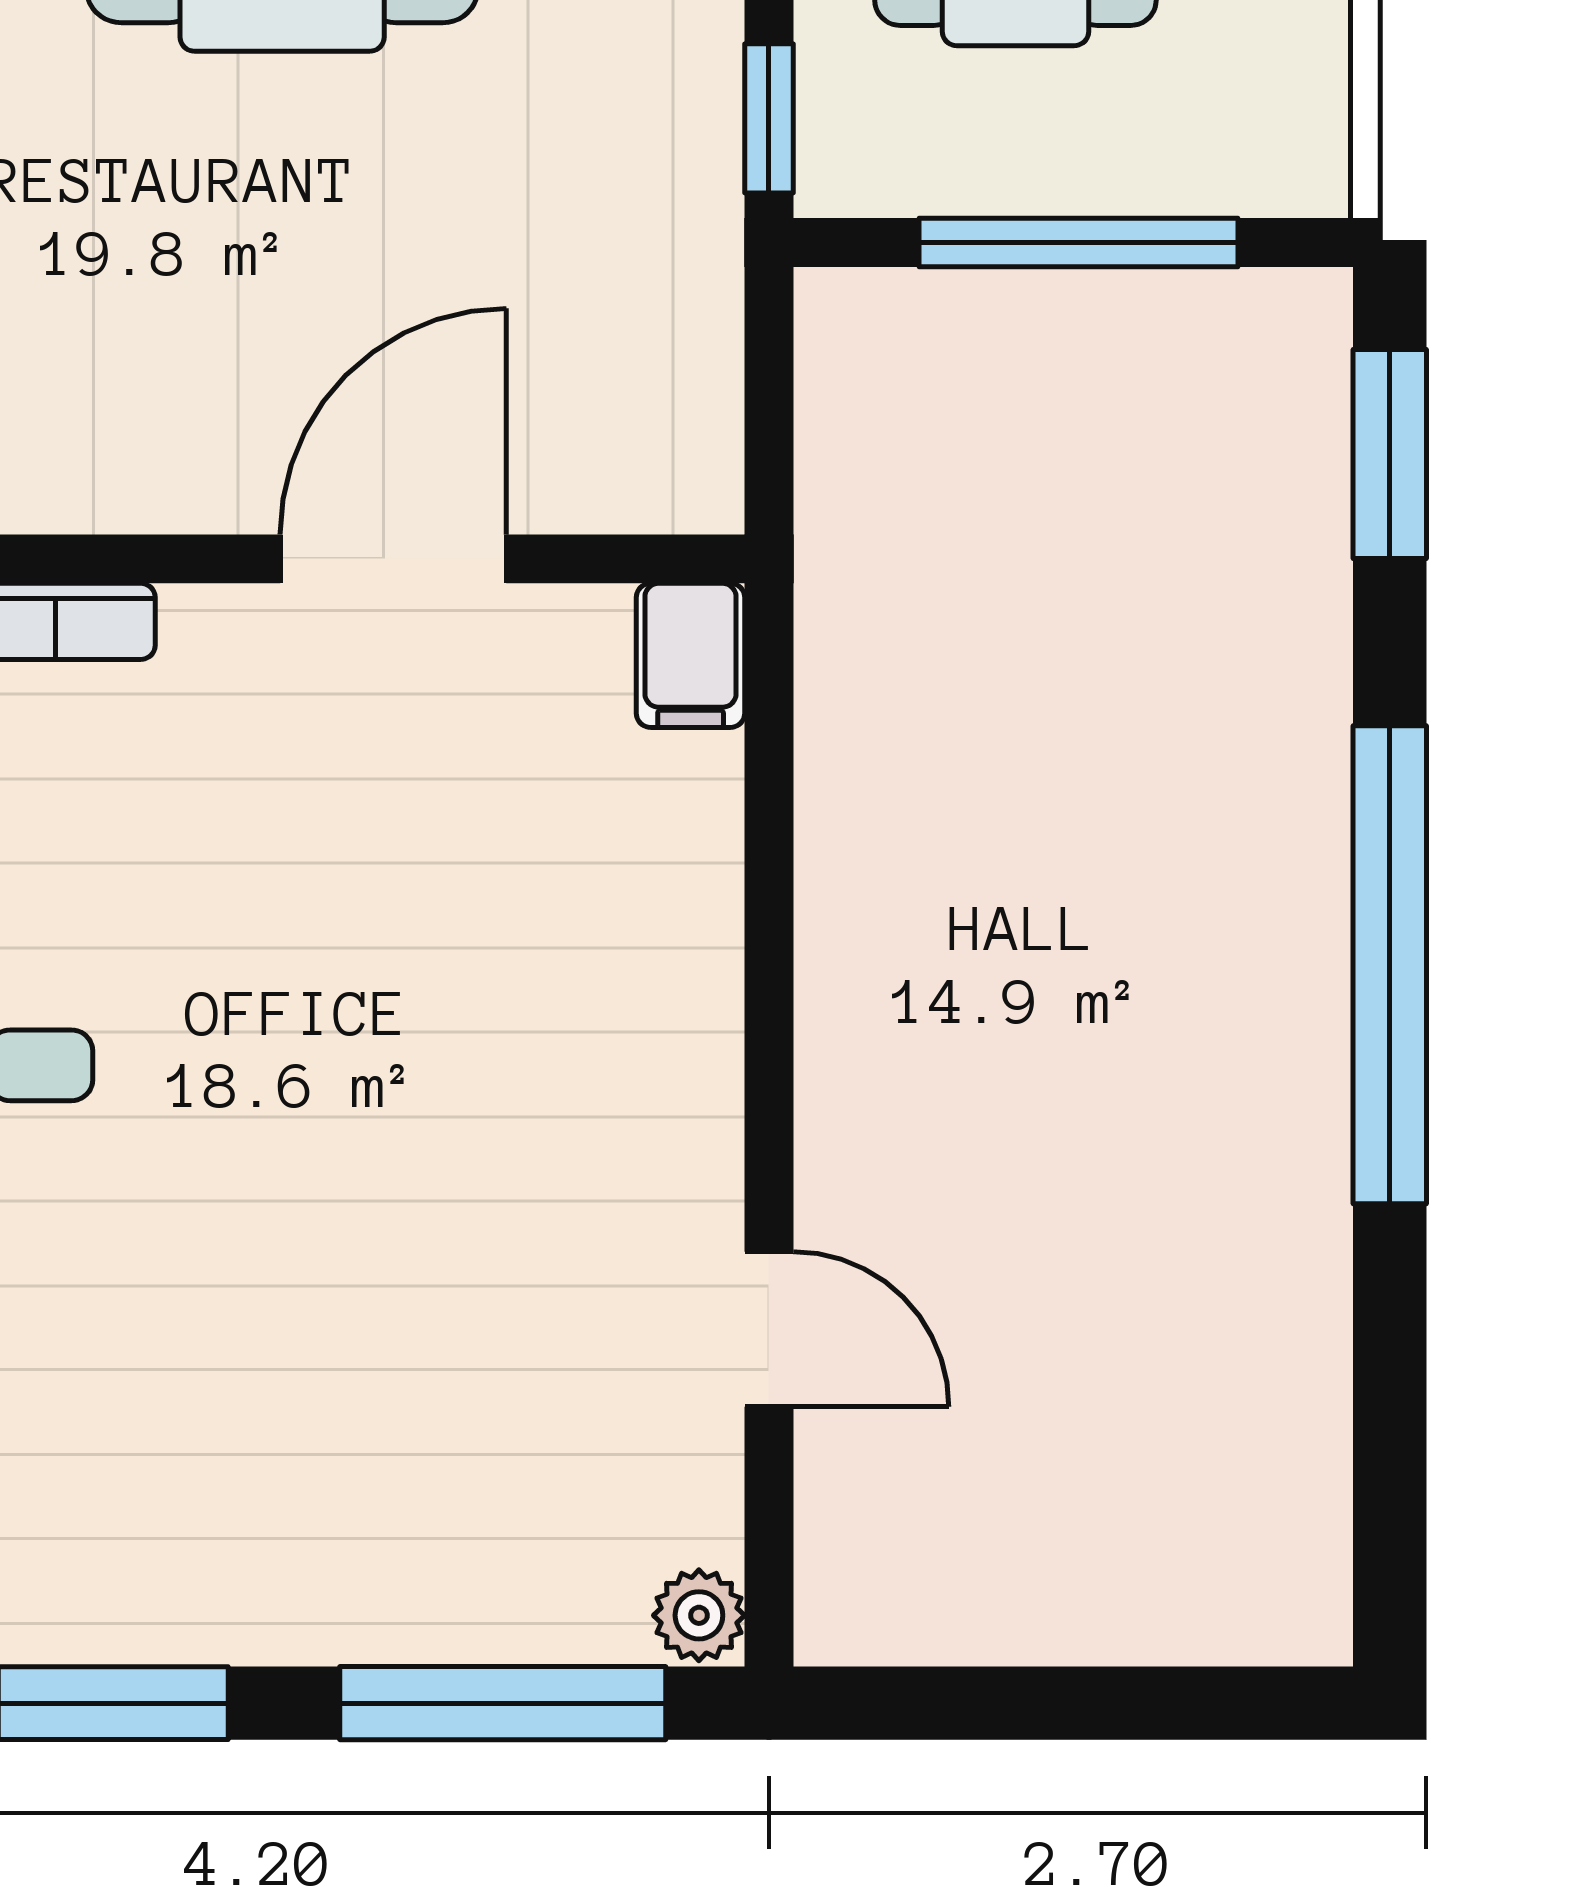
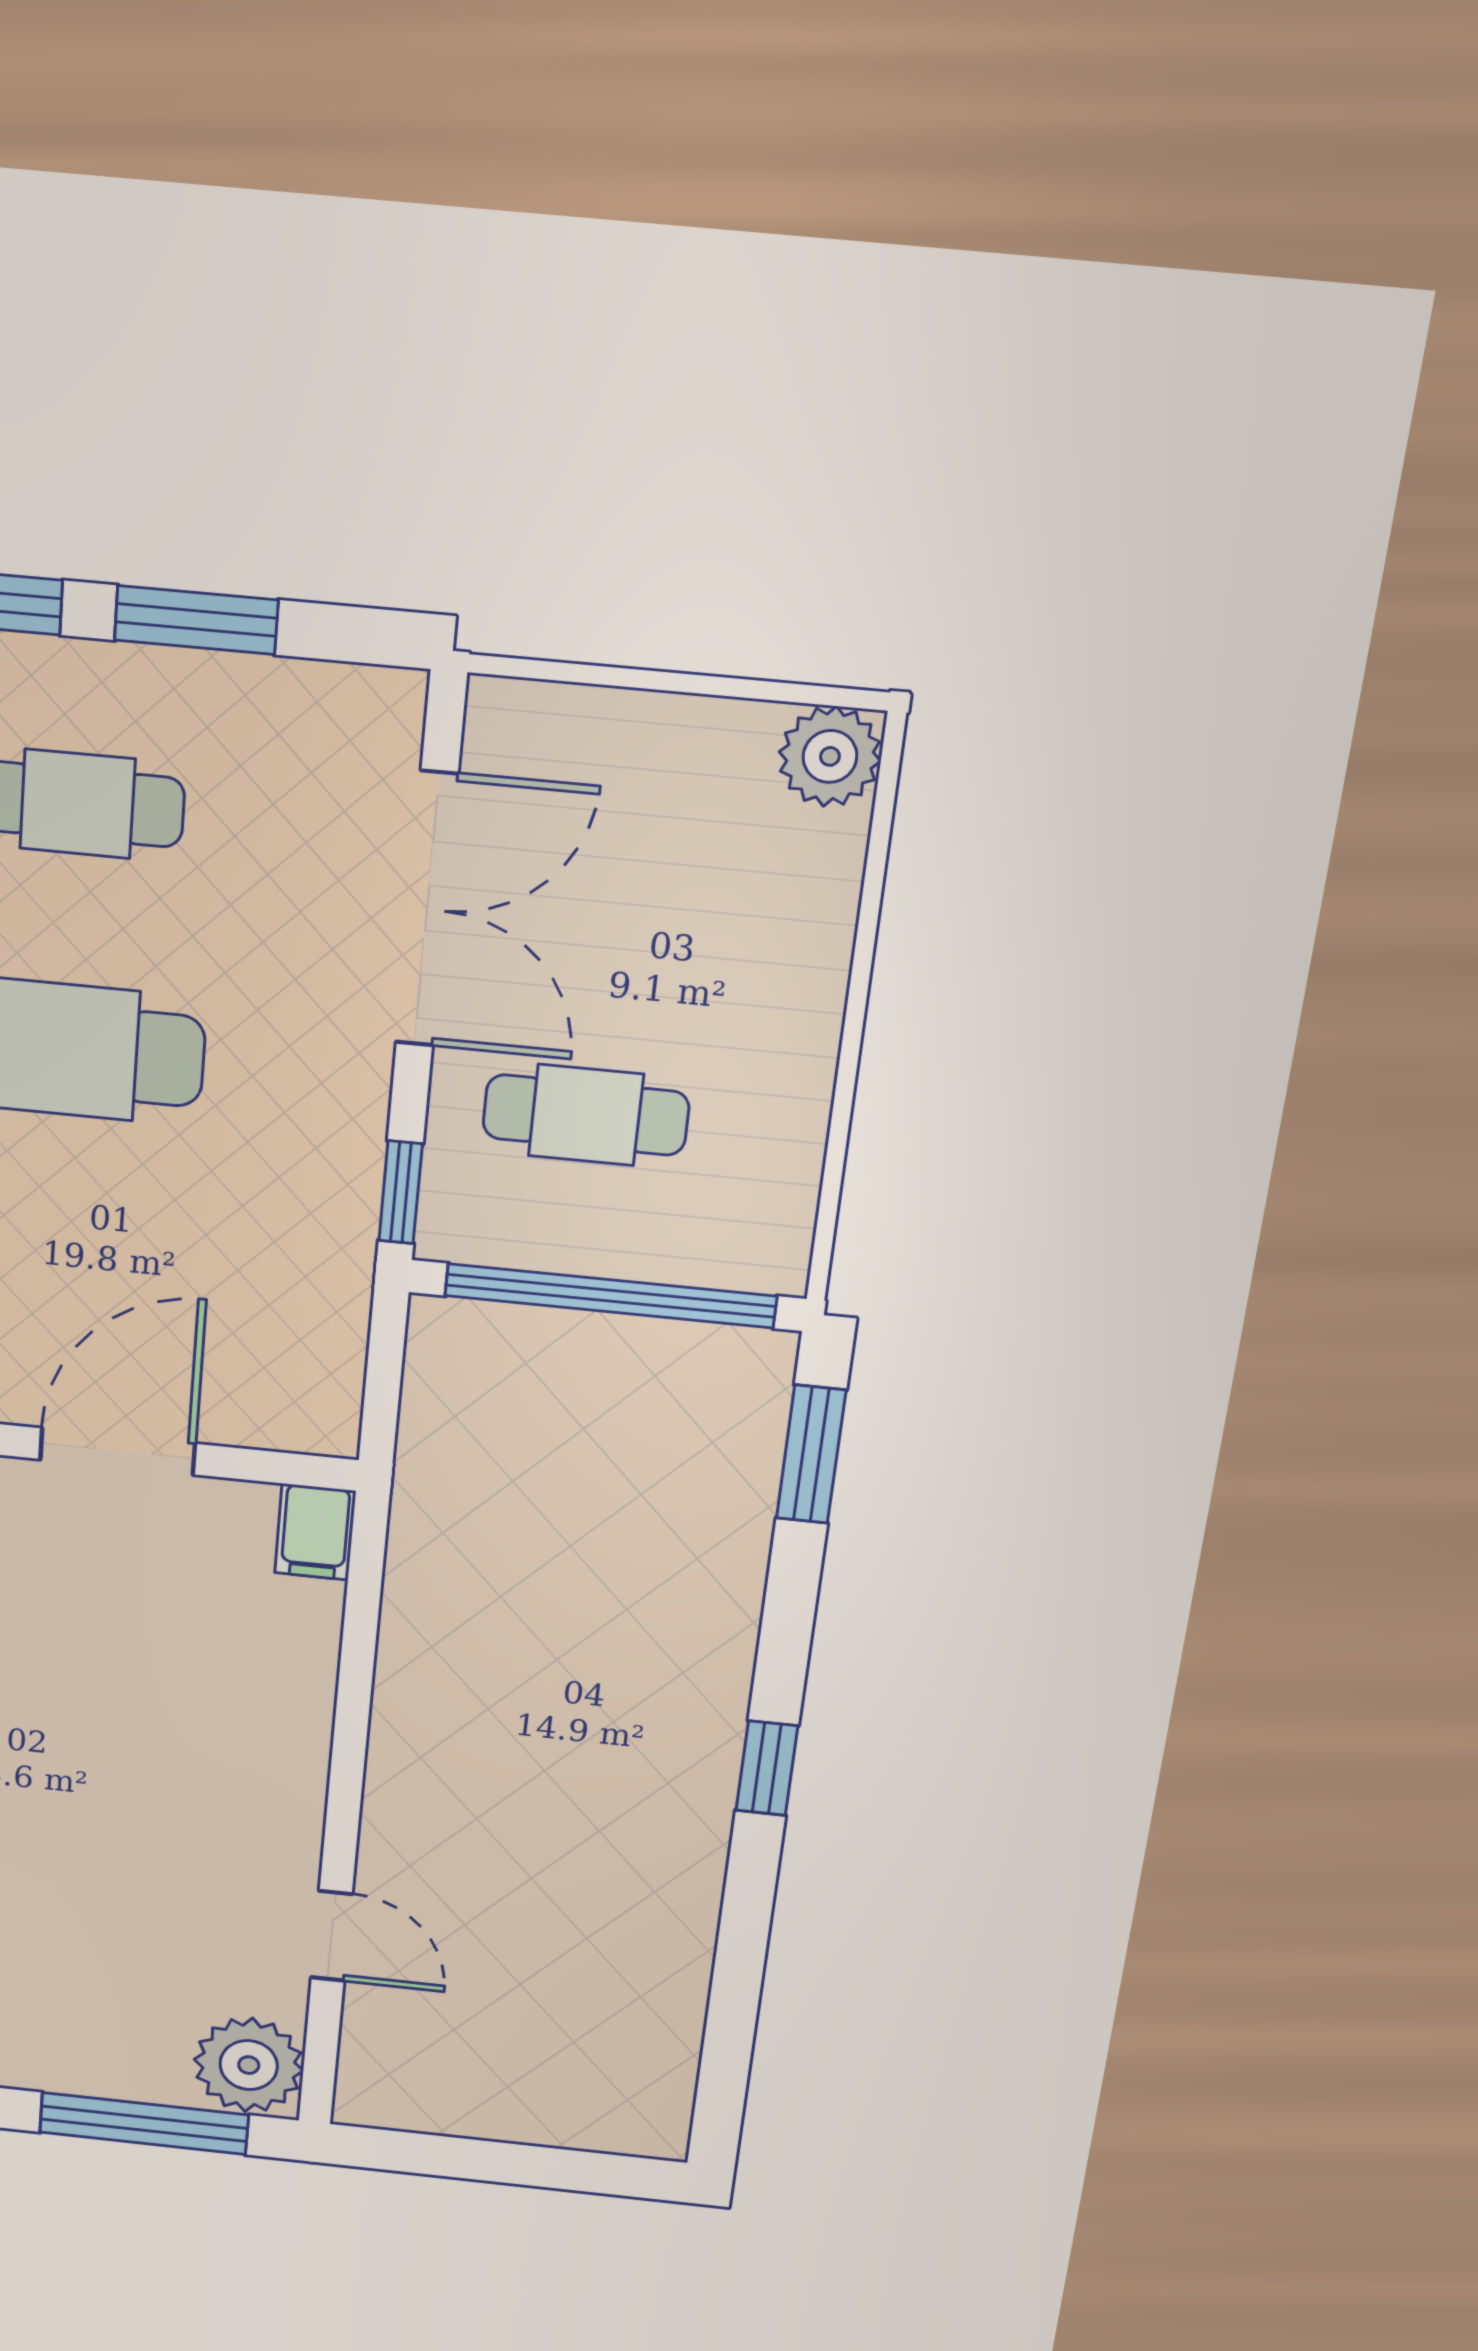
window: (1079, 242) -> (611, 1296), width x1.46
window: (1390, 965) -> (767, 1768), width x0.32
plant: (699, 1615) -> (249, 2065), width x1.88, depth x1.88

